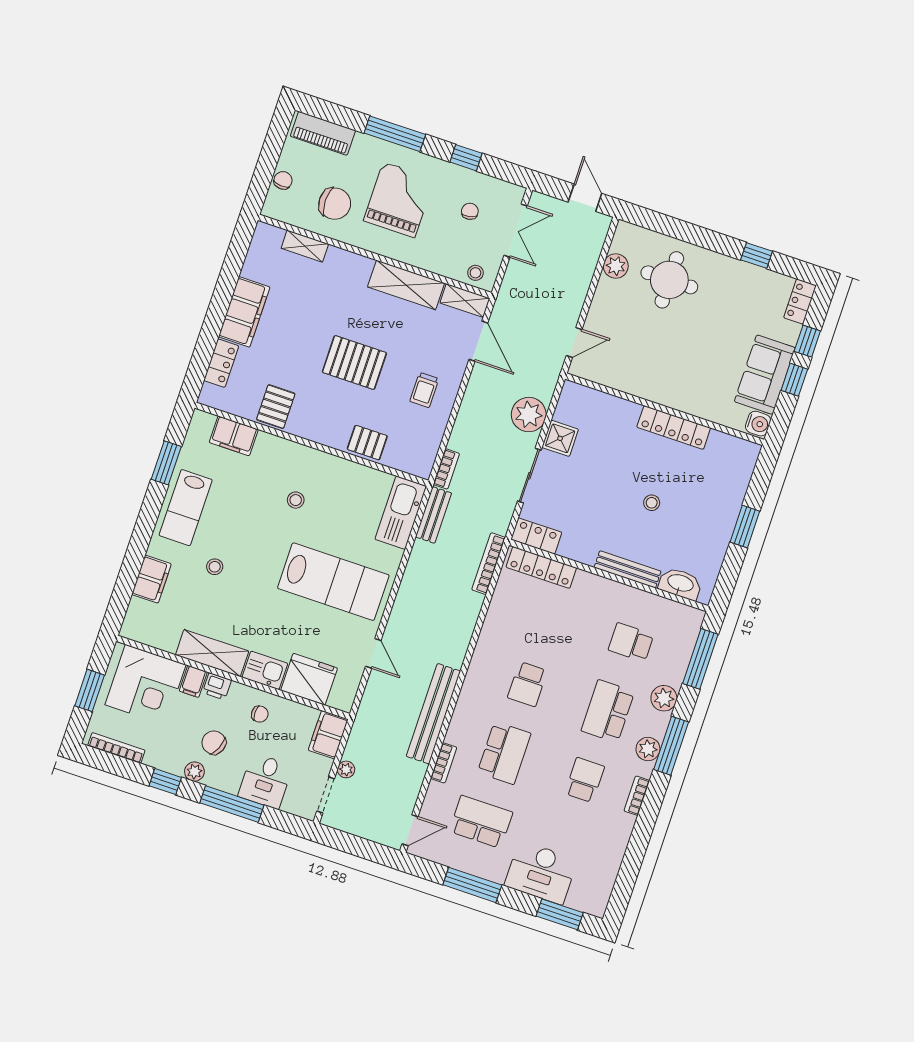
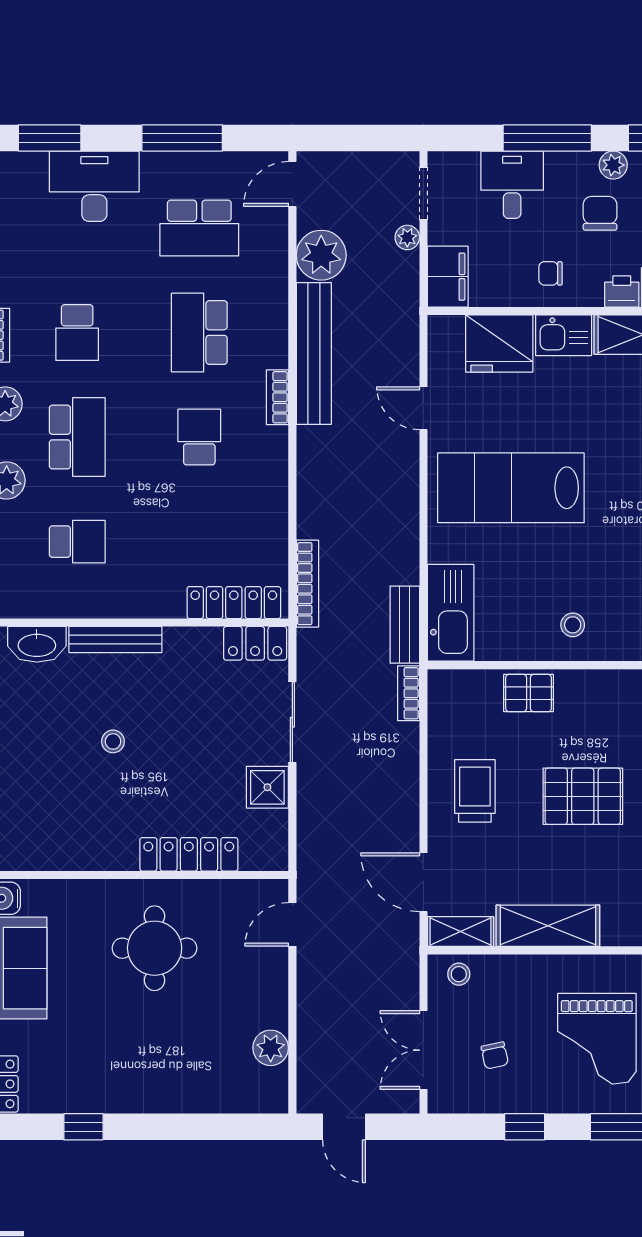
round table: (669, 280) -> (155, 948), moved
trolley: (424, 390) -> (475, 791), width x1.36, depth x1.39
plant: (529, 415) -> (321, 255), moved
locker: (674, 427) -> (189, 854), moved
stool: (296, 500) -> (573, 625), moved
chair: (214, 743) -> (600, 213), turned -113
bookcase: (444, 763) -> (277, 397), moved

